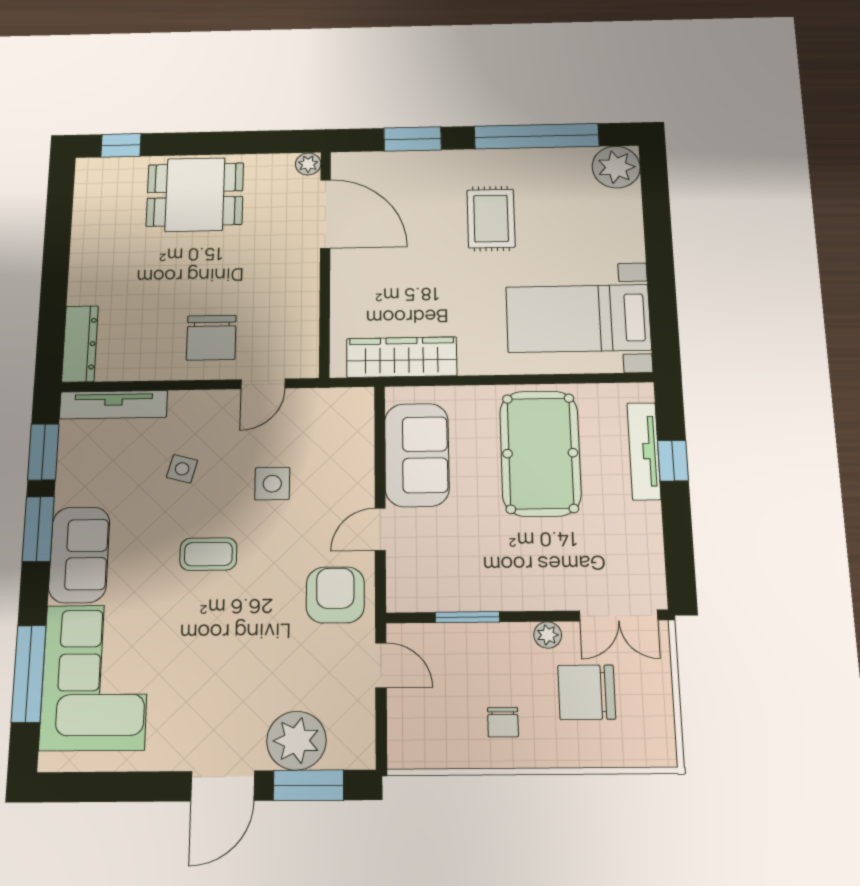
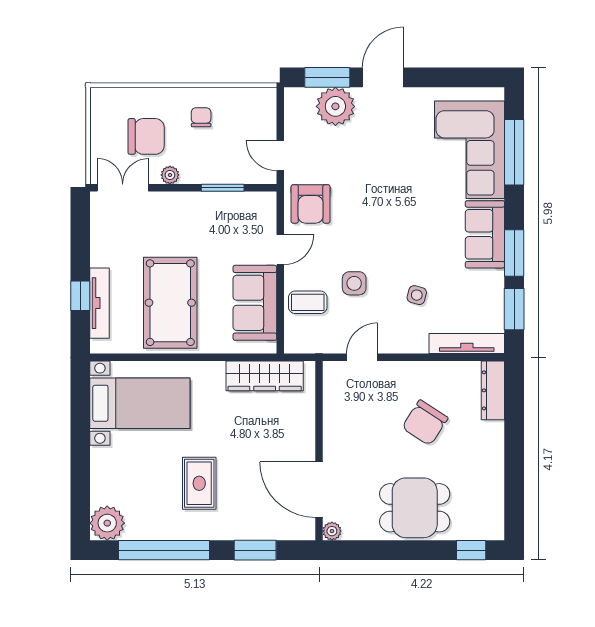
chair: (211, 338) -> (425, 423), moved, turned -147
coffee table: (208, 554) -> (308, 302), moved

